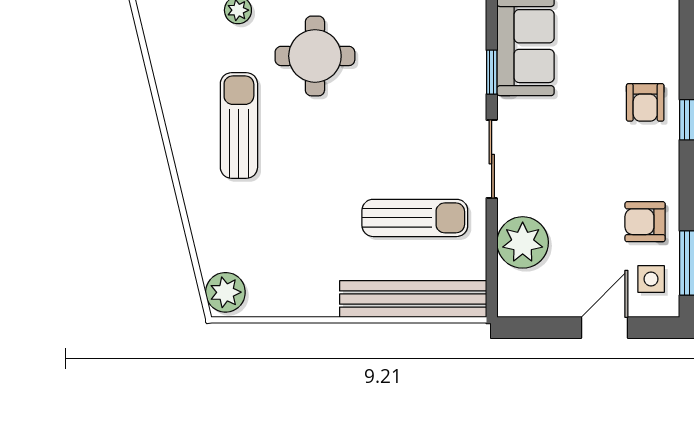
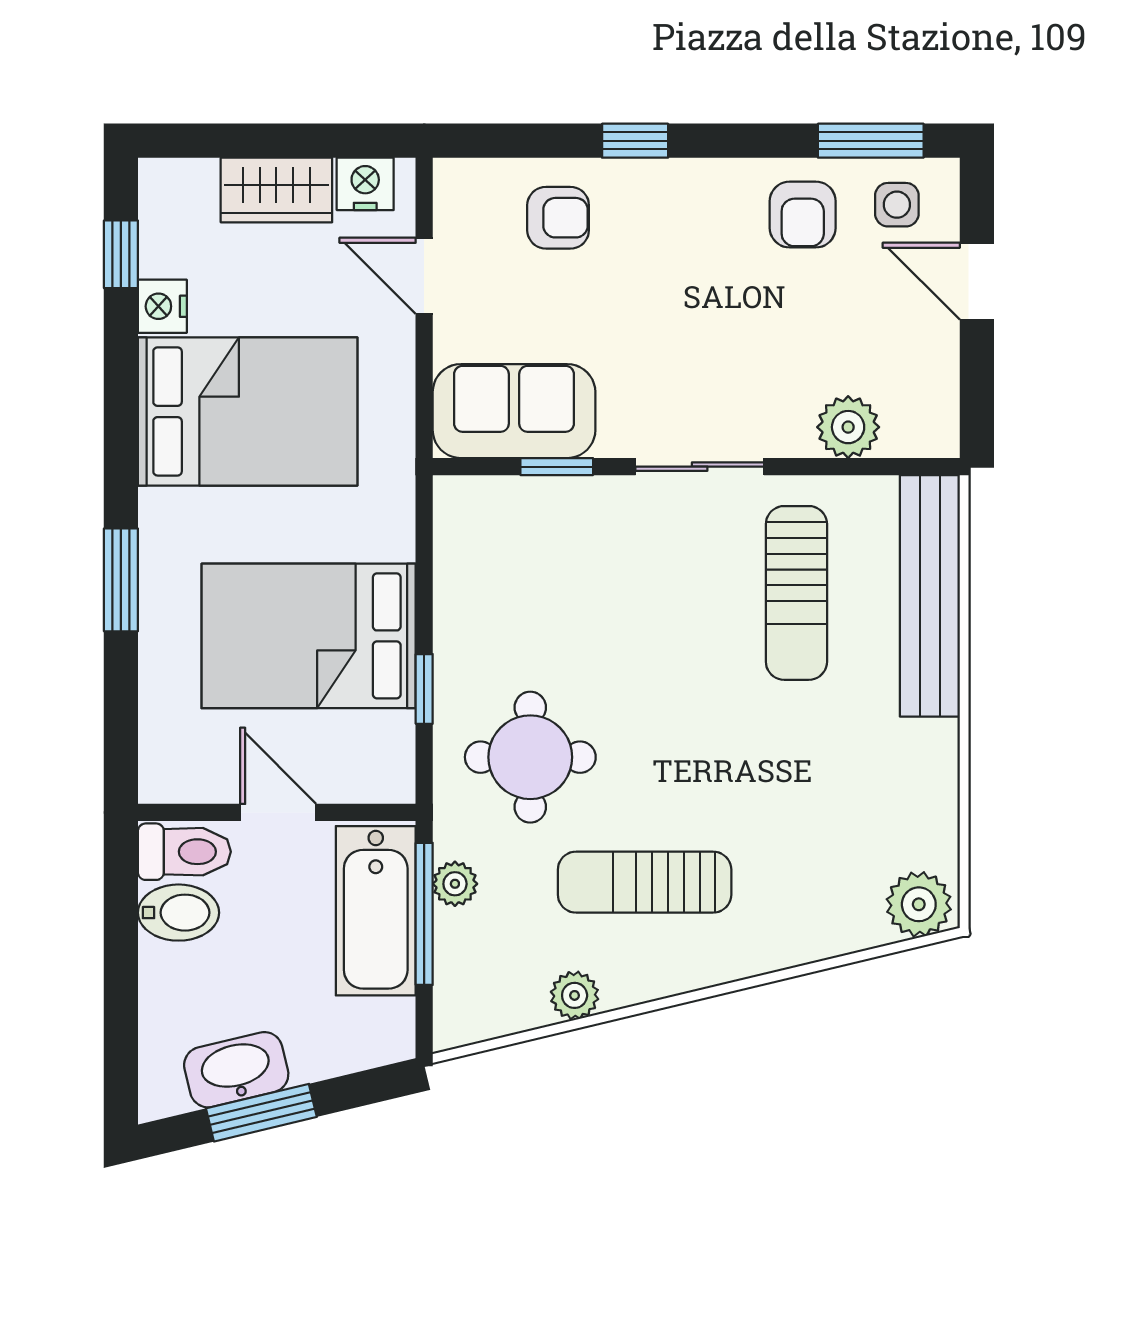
plant: (170, 83) -> (575, 995), added
armchair: (645, 102) -> (558, 218), moved
sun lounger: (415, 218) -> (796, 593), turned 180
plant: (523, 242) -> (848, 427), width x0.73, depth x0.73

